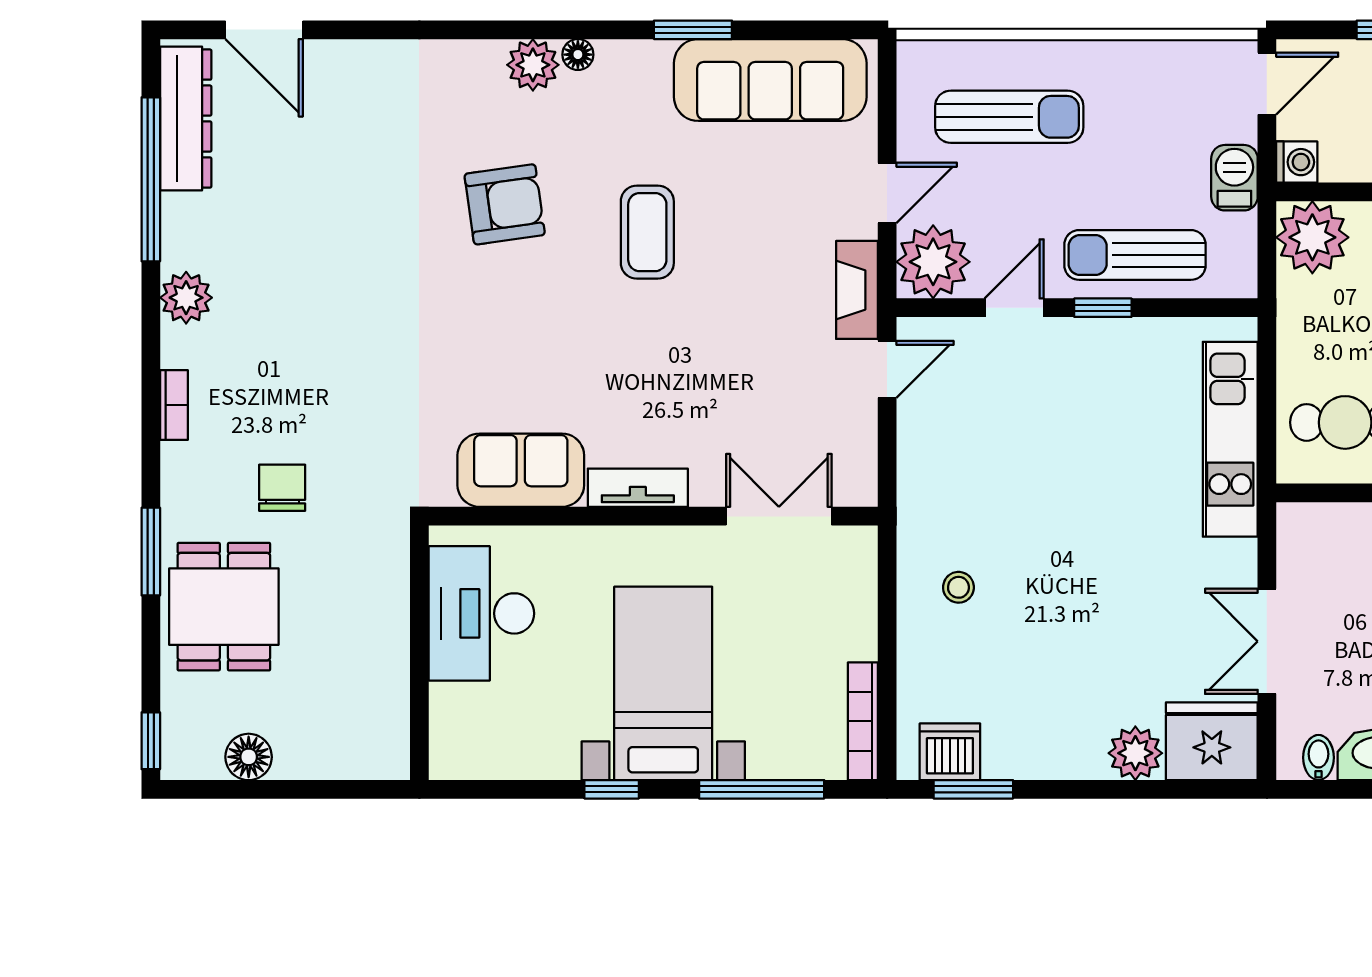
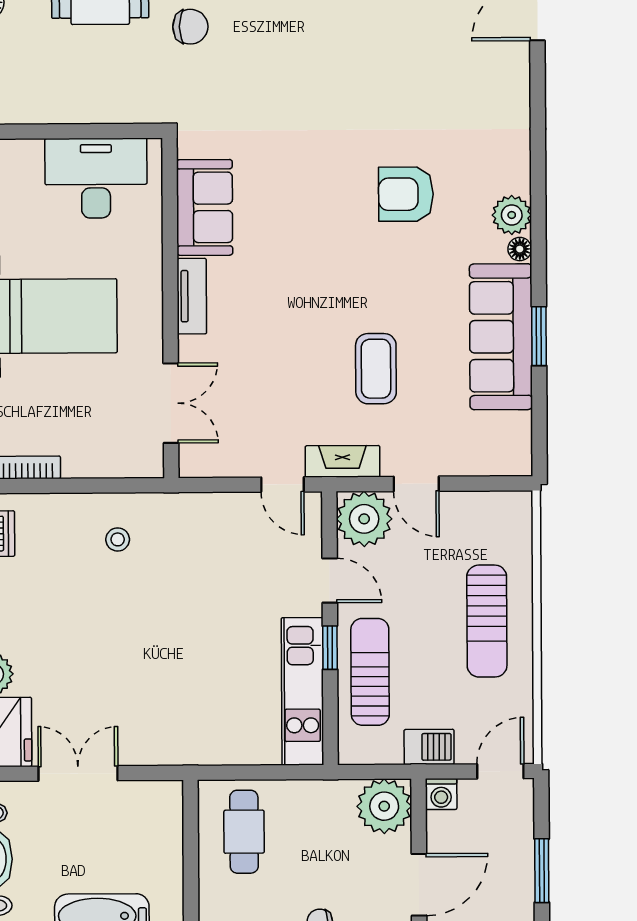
sofa: (770, 80) -> (501, 337), moved
door: (1267, 84) -> (500, 771), swing flipped
sun lounger: (1009, 117) -> (487, 621), moved
armchair: (505, 204) -> (406, 194), turned 98
coffee table: (647, 232) -> (376, 369), moved, turned 90
kitchen unit: (1230, 439) -> (302, 691), moved, turned -90

